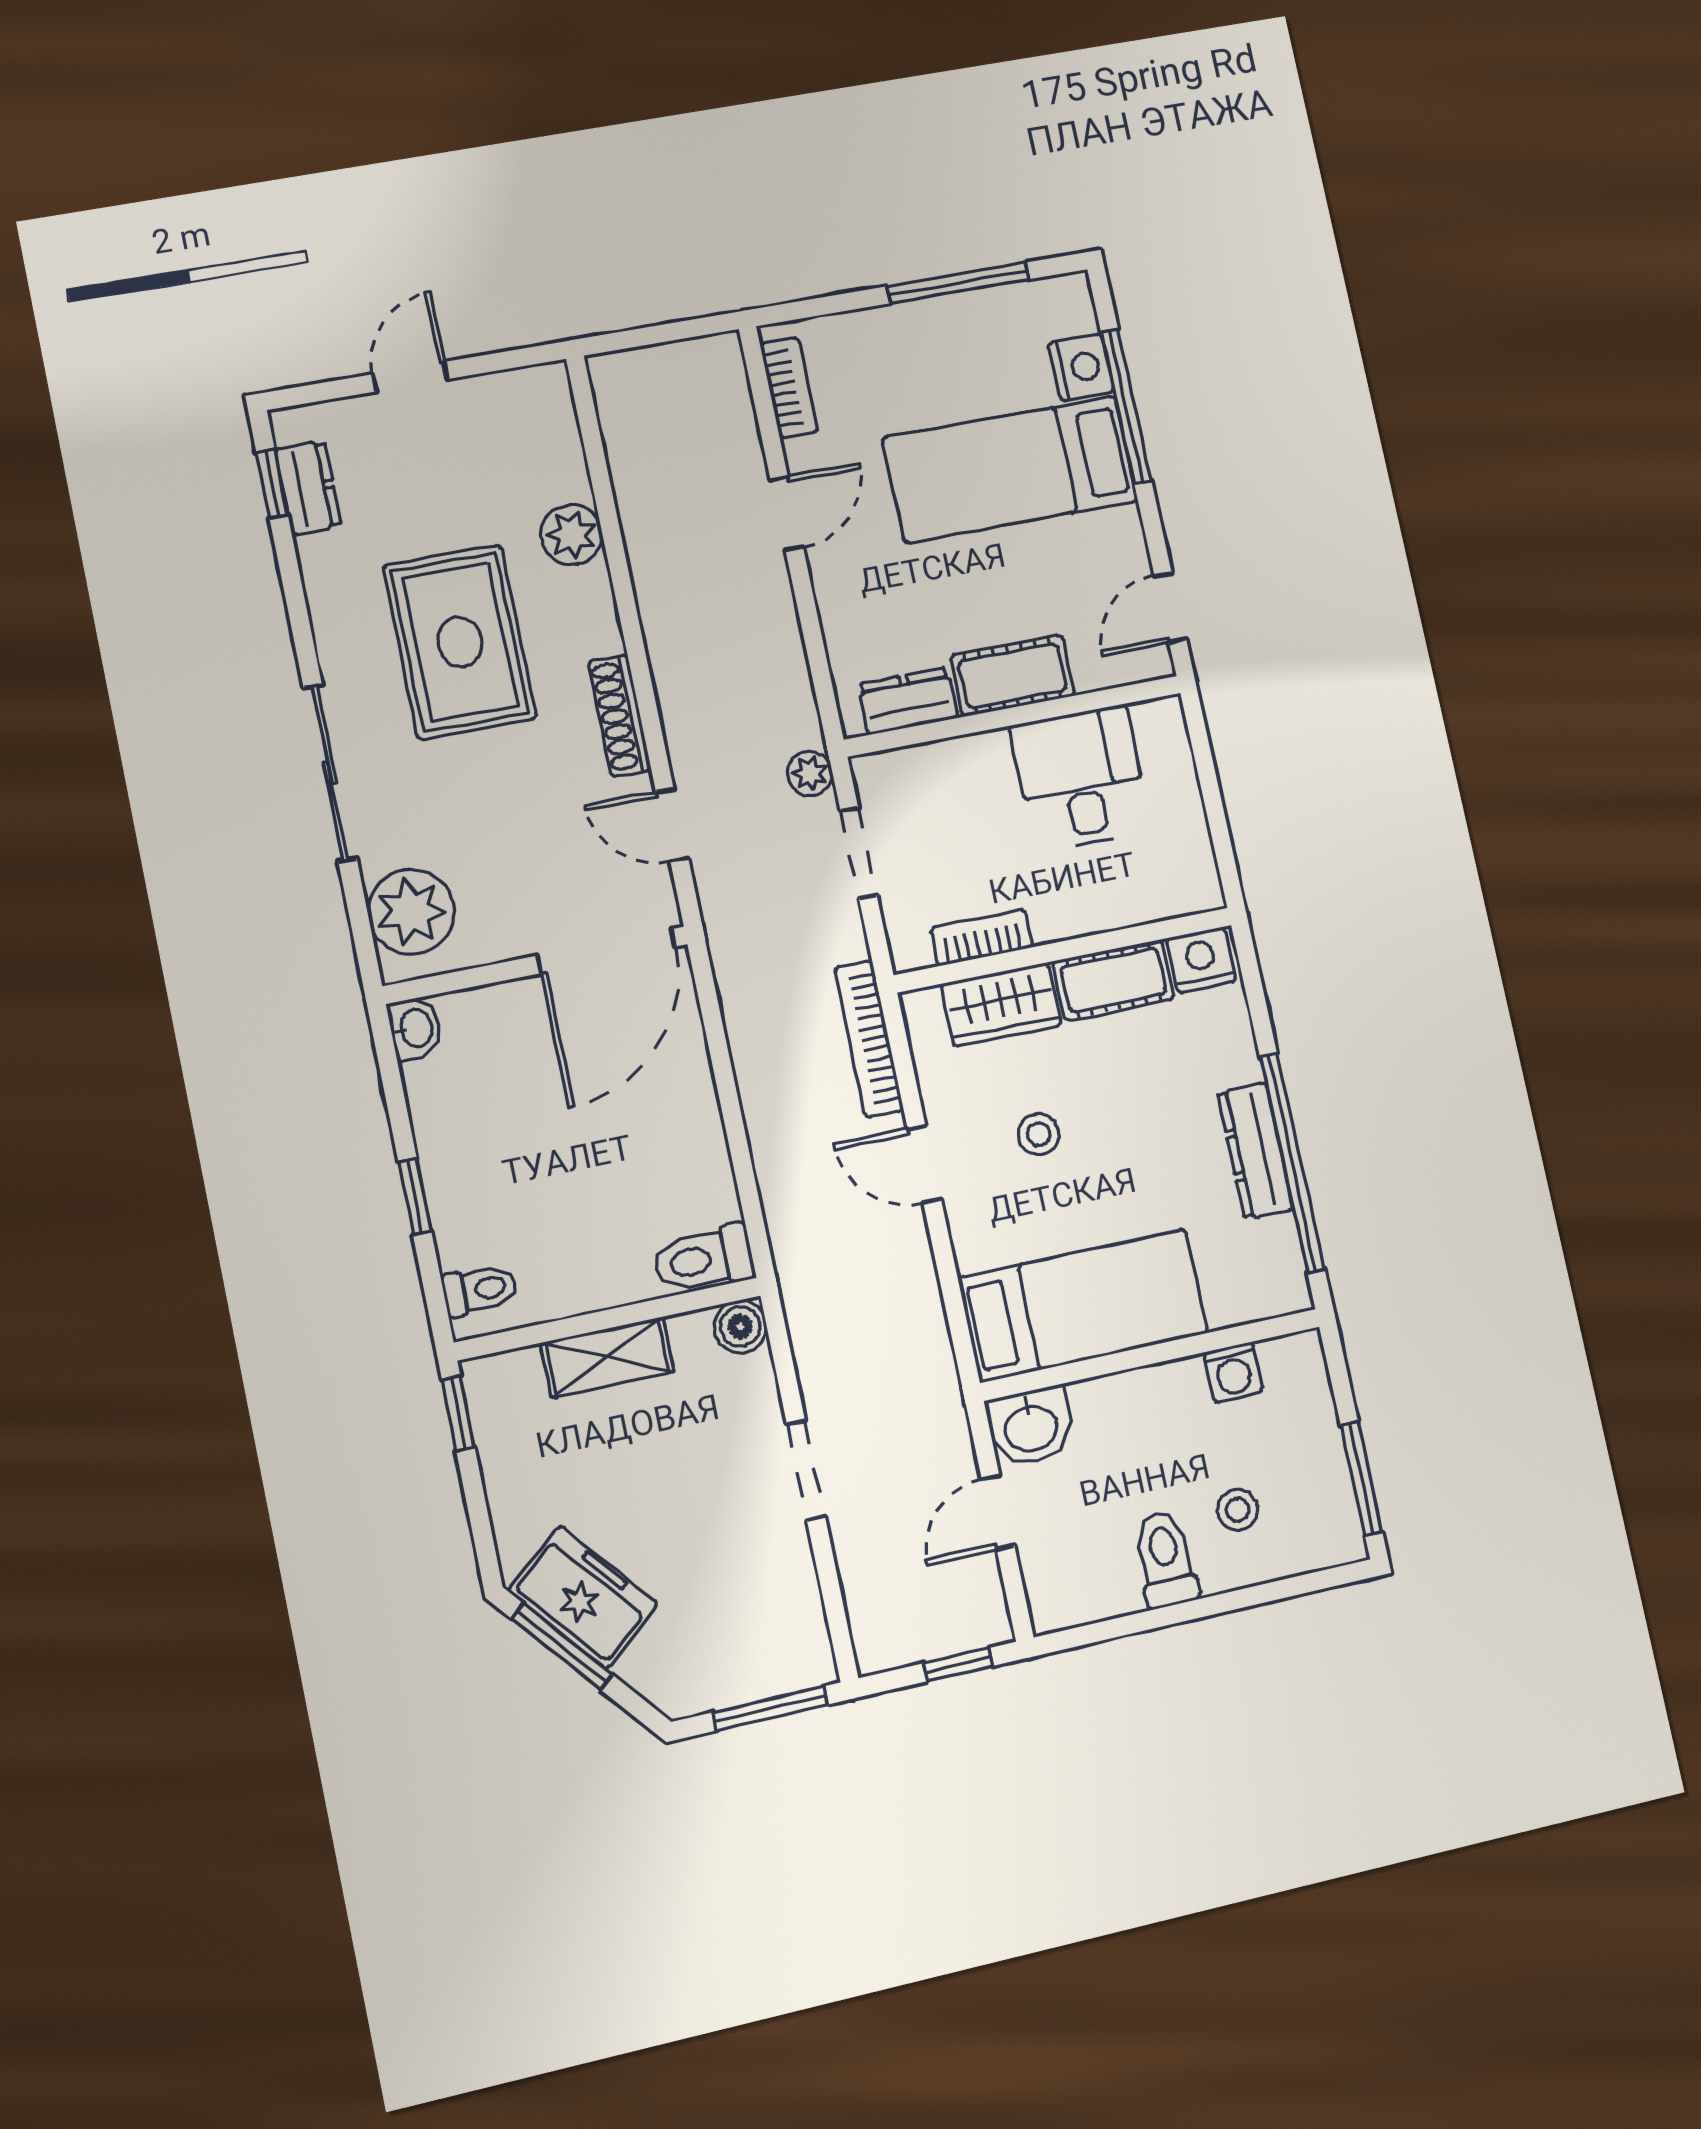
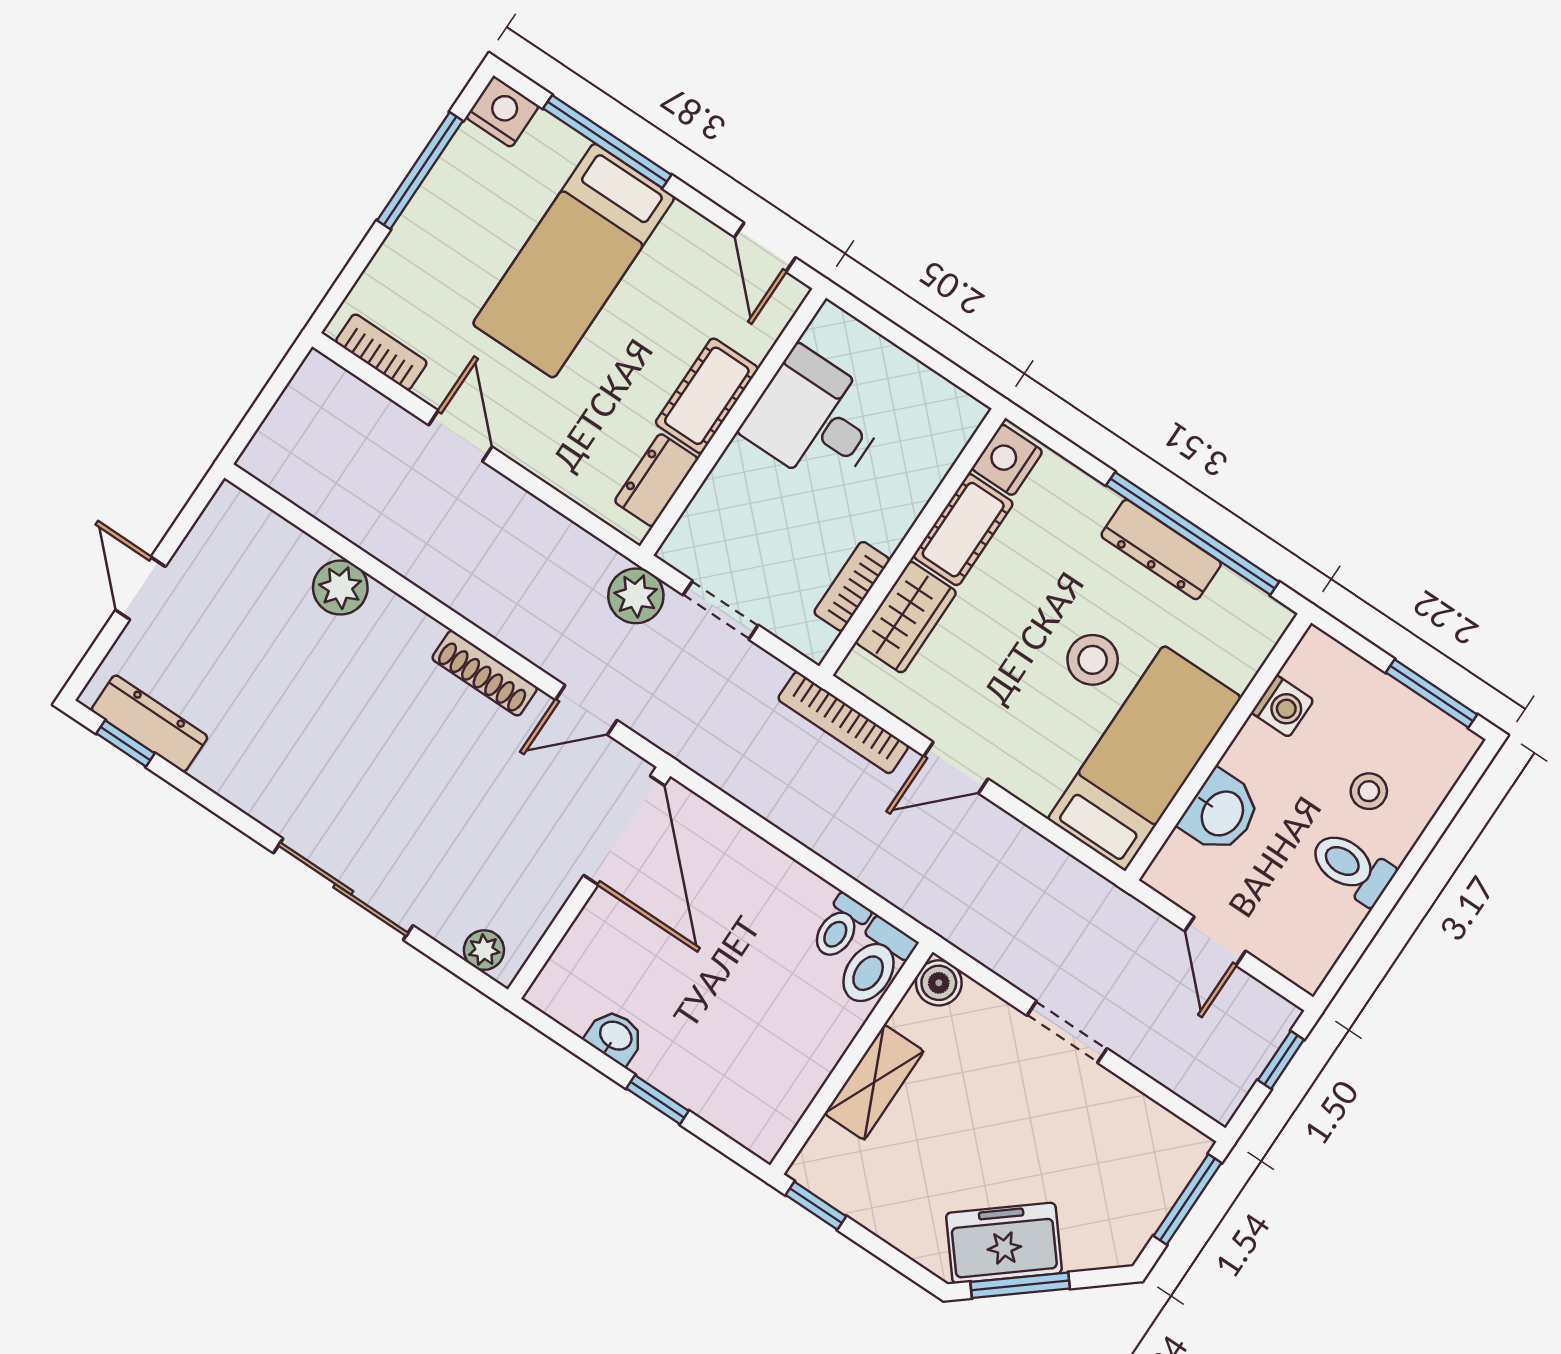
nightstand: (1081, 367) -> (502, 112), moved
dresser: (308, 488) -> (150, 723), width x1.44
rug: (460, 642) -> (340, 726), removed
plant: (810, 773) -> (636, 596), width x1.38, depth x1.38
plant: (411, 912) -> (484, 950), width x0.53, depth x0.53
washbasin: (415, 1028) -> (615, 1037), moved
stool: (1039, 1134) -> (1093, 660), moved, width x1.37, depth x1.37
toilet: (480, 1290) -> (840, 927), moved, turned 180
washbasin: (1031, 1427) -> (1221, 812), moved

